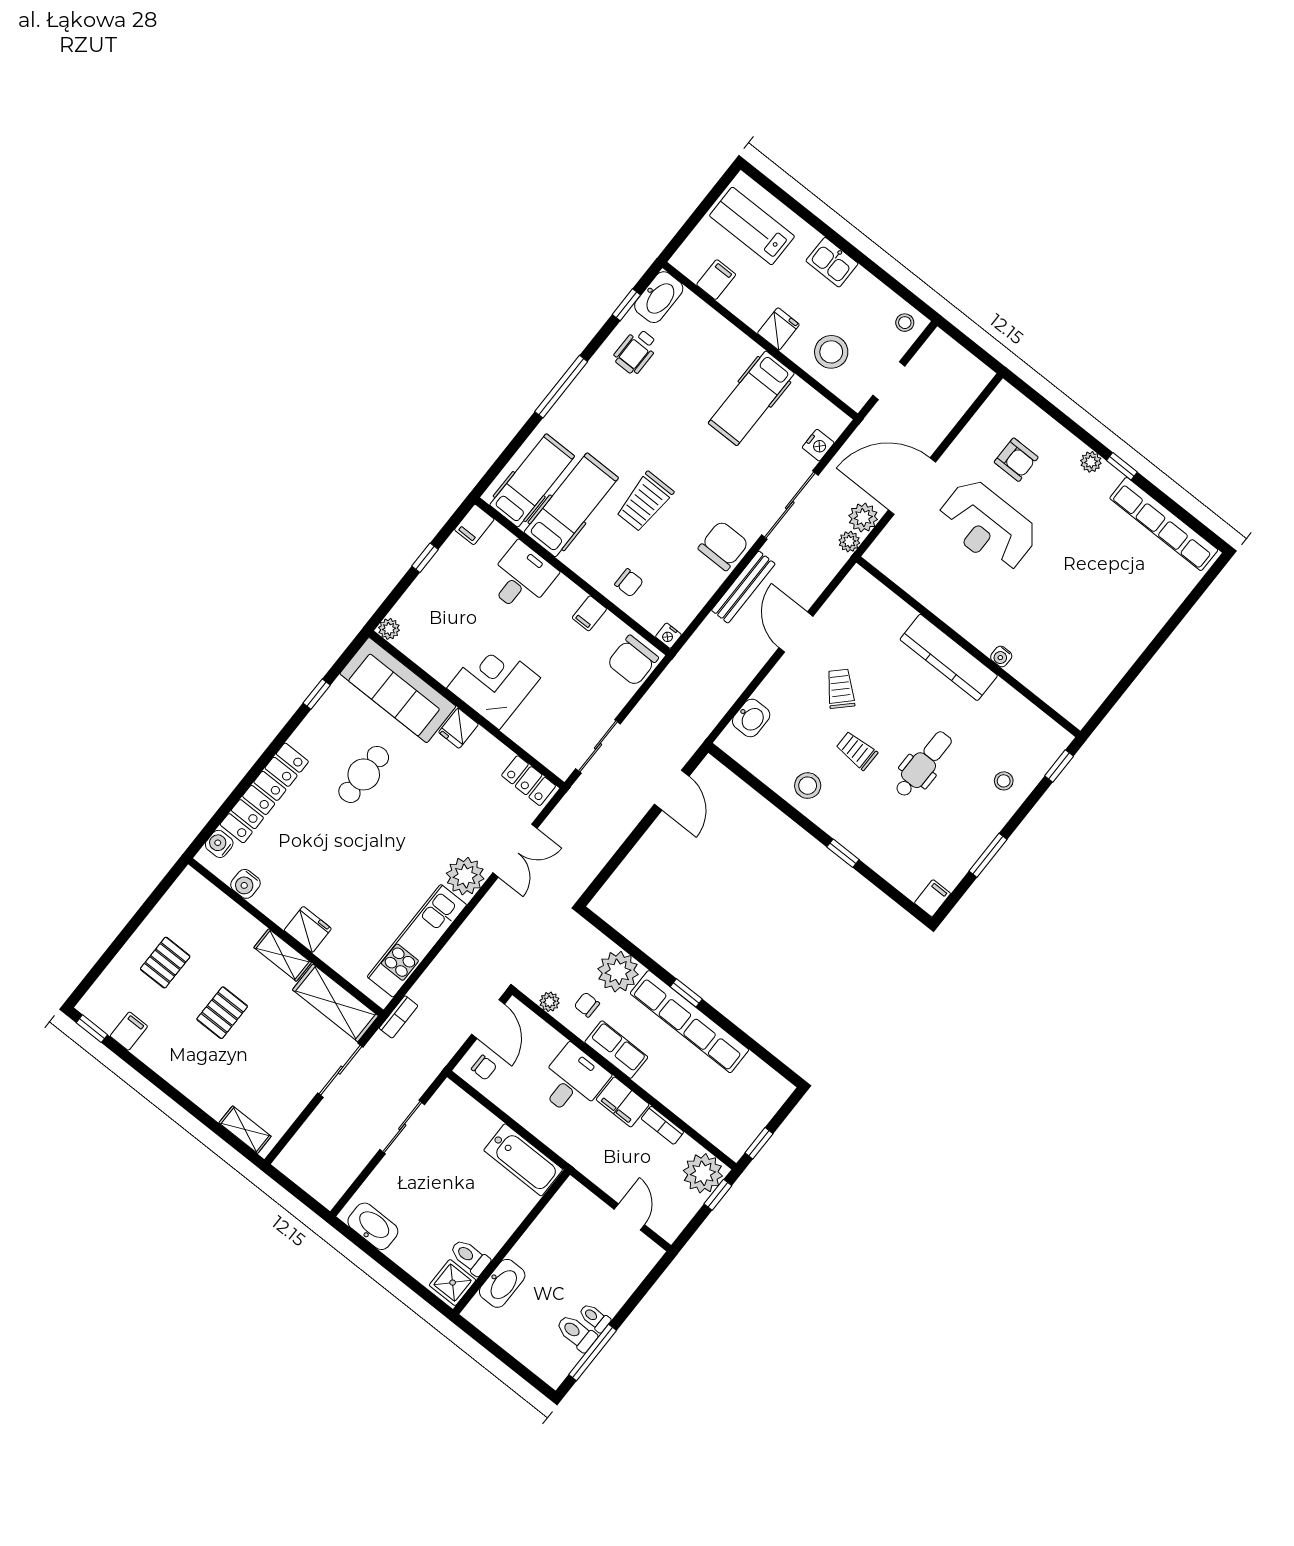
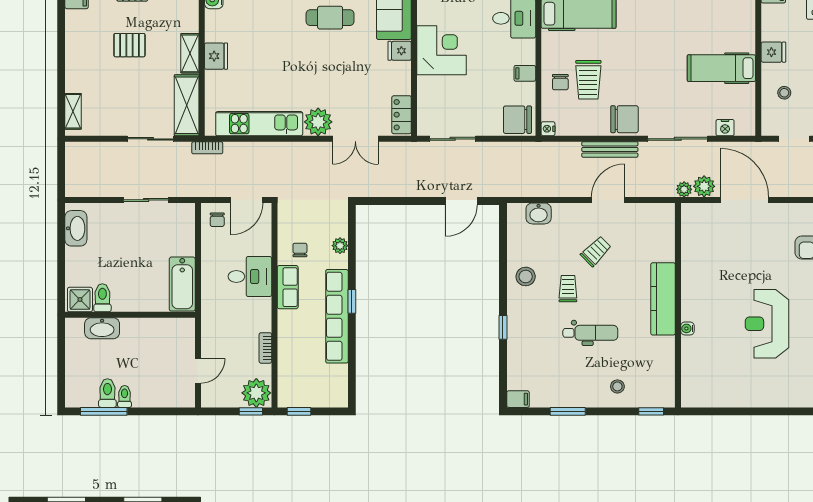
stool: (831, 352) -> (784, 93), width x0.53, depth x0.53
trolley: (645, 502) -> (588, 80), moved, turned -90
reception desk: (988, 526) -> (767, 324), moved
plant: (618, 972) -> (340, 246), width x0.53, depth x0.53
plant: (550, 1002) -> (285, 227), removed
filing cabinet: (623, 1102) -> (261, 315), removed

